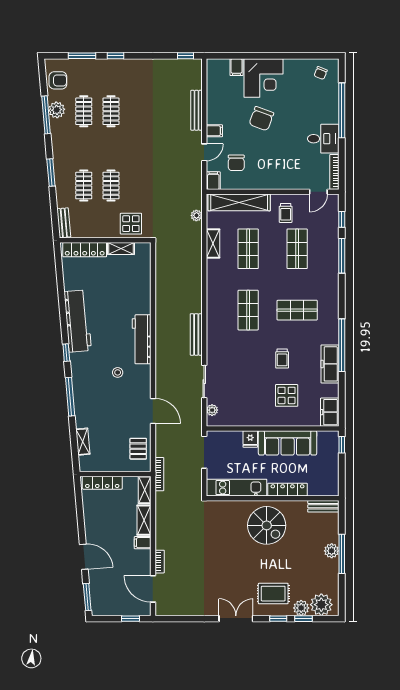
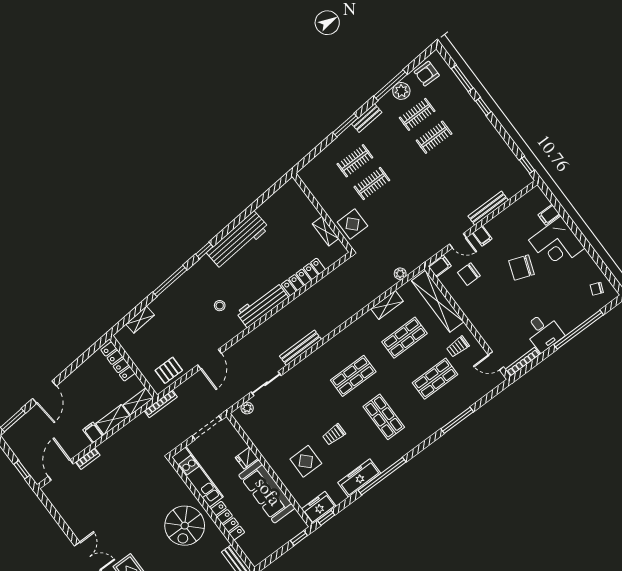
armchair: (58, 80) -> (427, 74), turned 90
window: (342, 219) -> (326, 518), moved
bench: (64, 223) -> (367, 118), moved
locker: (85, 250) -> (303, 277), moved, turned 90

